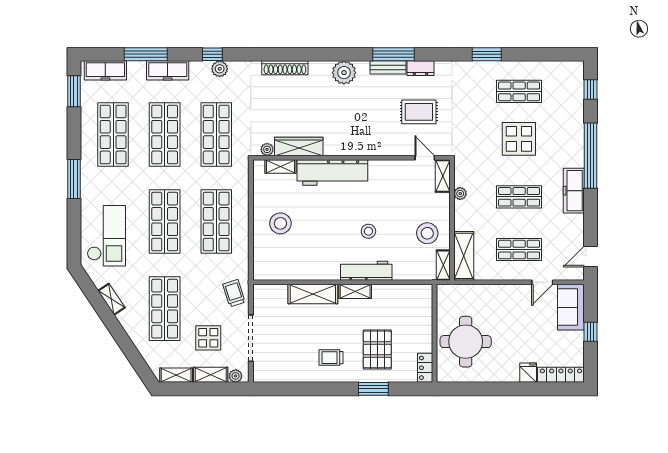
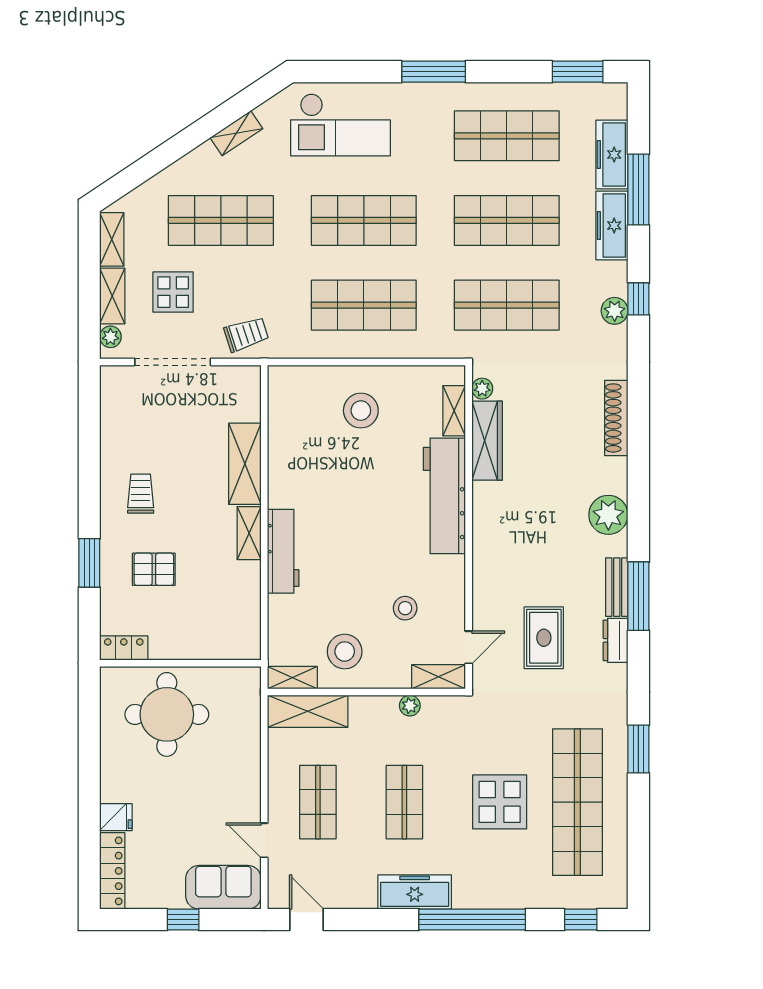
freezer: (105, 70) -> (612, 155), moved
shop shelf: (519, 91) -> (577, 802), width x2.00, depth x1.36
stool: (368, 231) -> (405, 608), moved
pallet: (377, 349) -> (154, 569), width x0.67, depth x0.71

